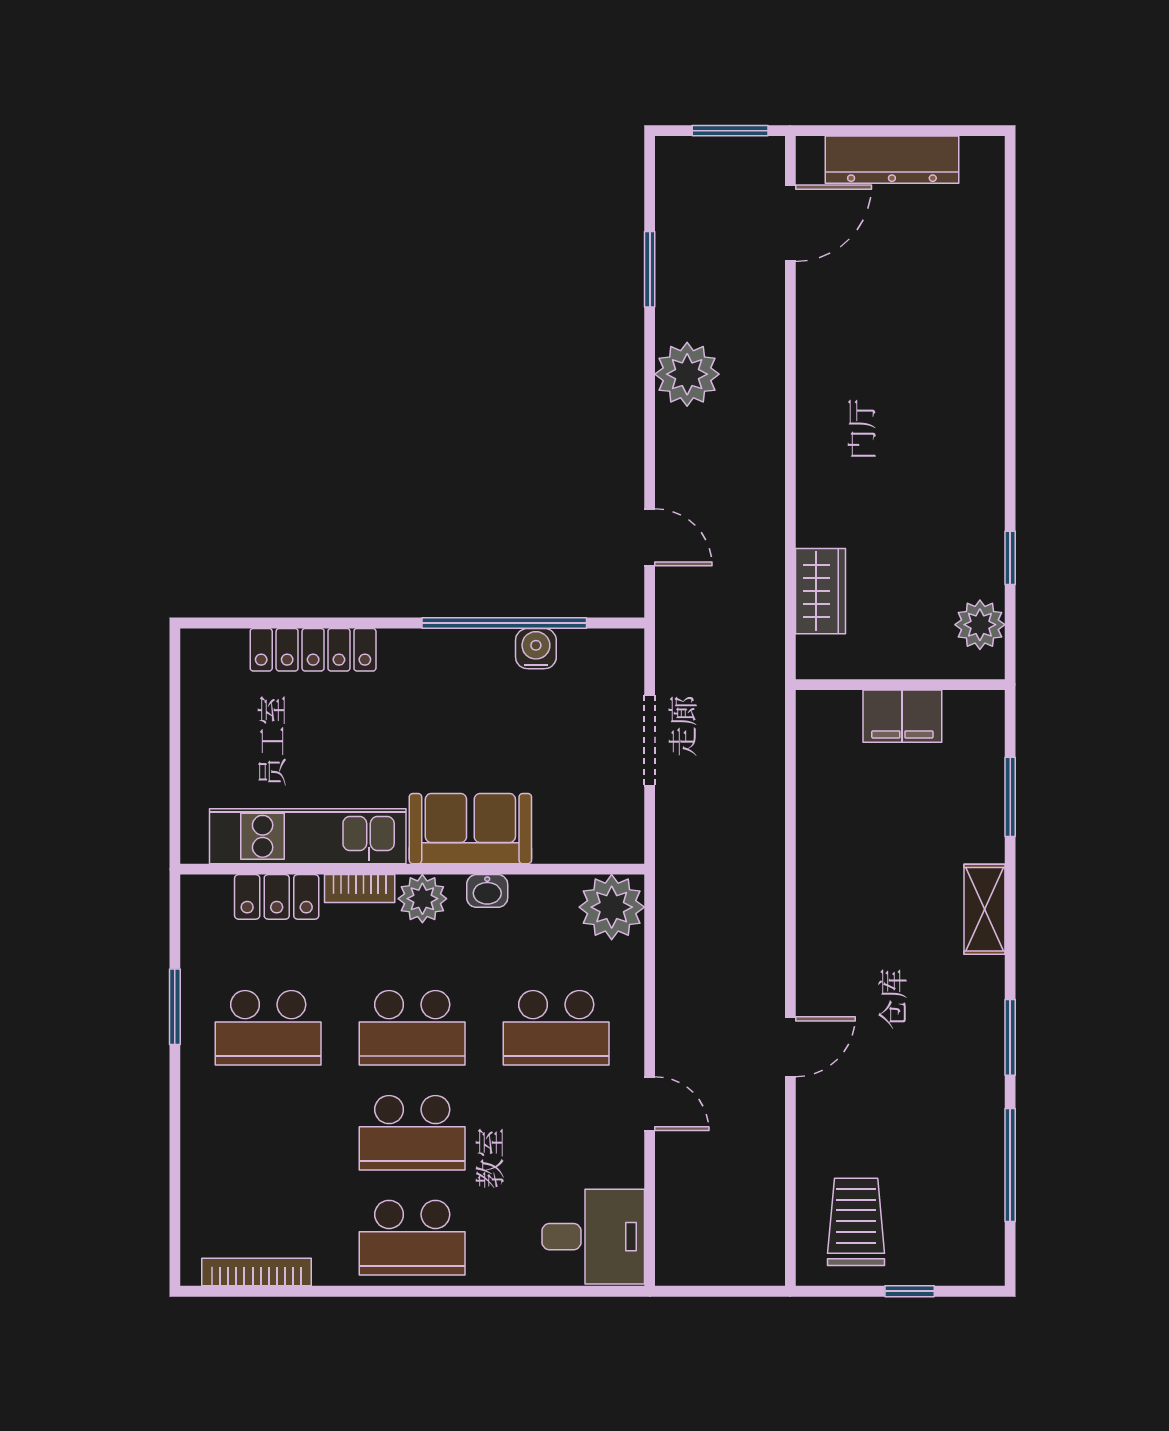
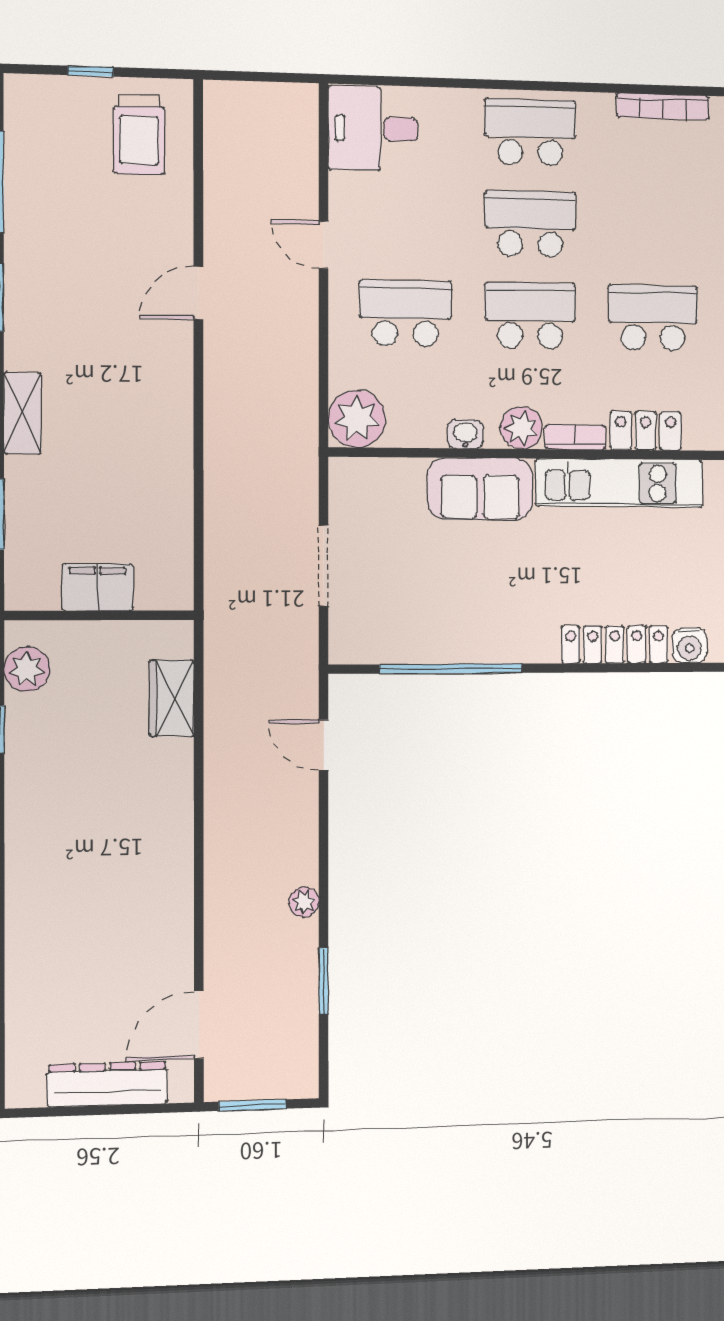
plant: (687, 374) -> (304, 902), width x0.53, depth x0.53
water cooler: (536, 649) -> (690, 645), moved

